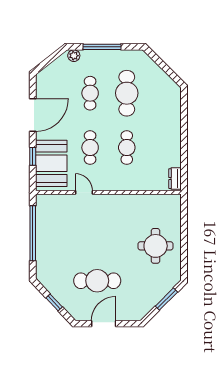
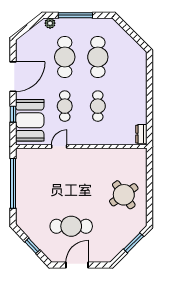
cafe table: (90, 93) -> (65, 57), width x1.37, depth x1.35
door: (84, 192) -> (59, 147), hinge flipped
round table: (156, 246) -> (124, 195), turned -35

